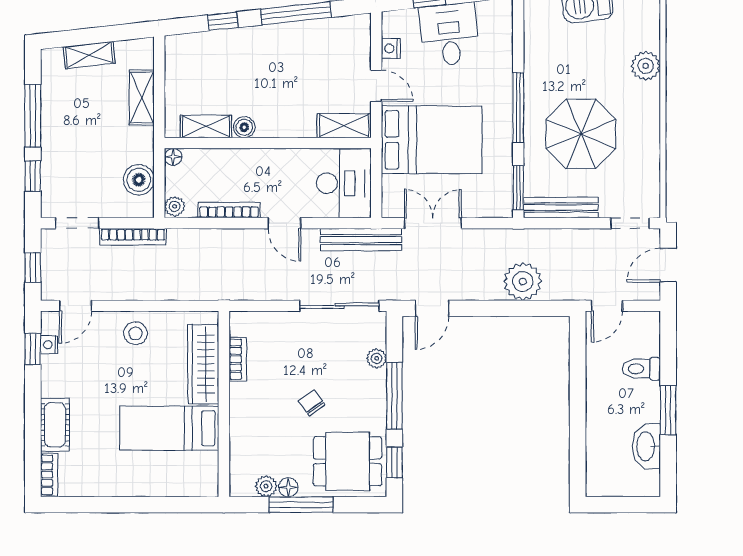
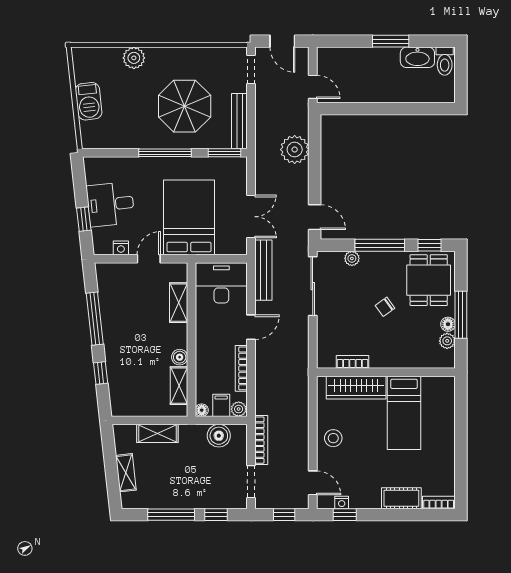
shelving: (344, 126) -> (179, 303), moved
filing cabinet: (180, 183) -> (221, 405), added
double door: (433, 223) -> (251, 217), swing flipped
toilet: (641, 369) -> (445, 61), moved

